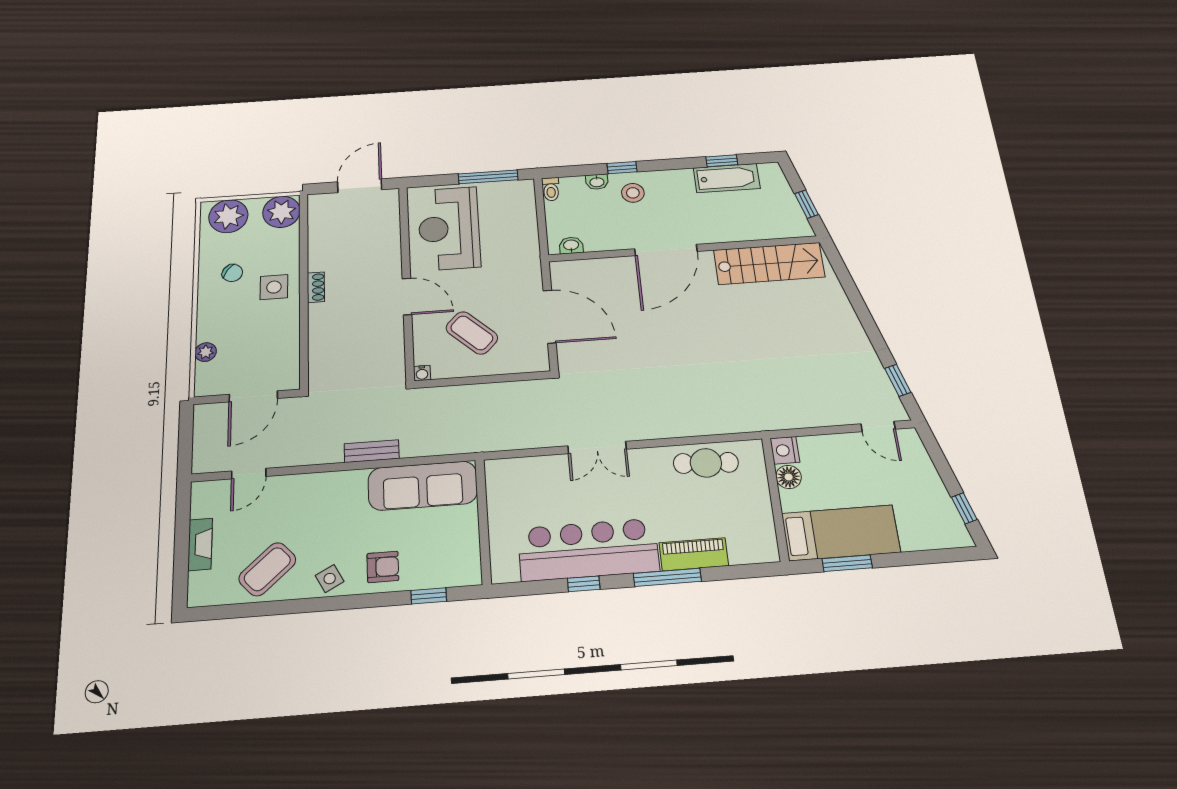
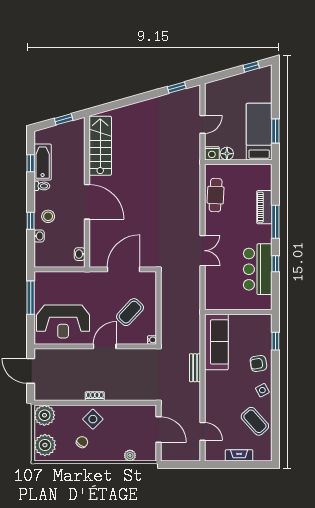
toilet: (551, 189) -> (42, 186), moved
side table: (274, 287) -> (93, 419), turned 45
door: (878, 426) -> (202, 124), moved
bar counter: (588, 550) -> (258, 269), width x0.73
armchair: (383, 567) -> (258, 363), turned -99

